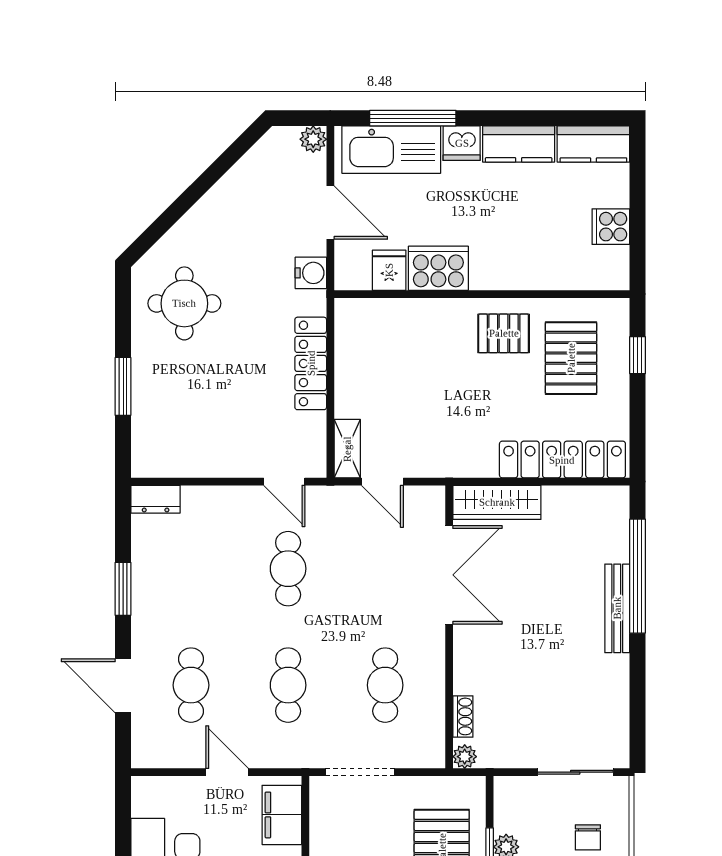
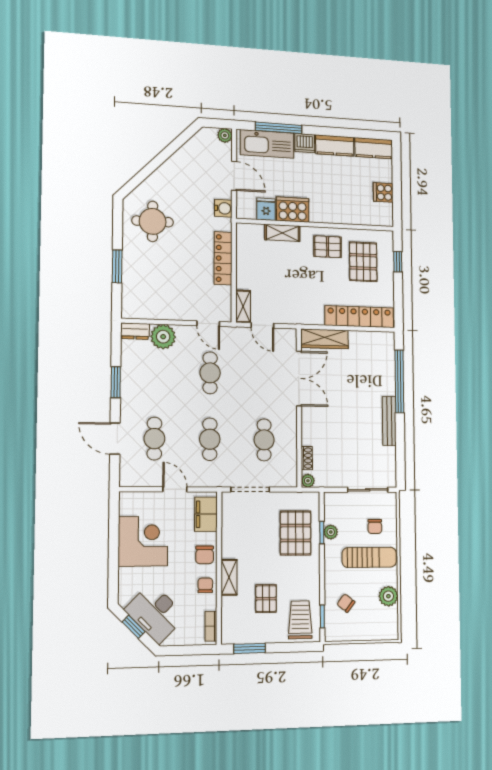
shelving: (419, 312) -> (282, 233), added
plant: (205, 507) -> (163, 337), added
bench: (617, 608) -> (389, 421), moved

